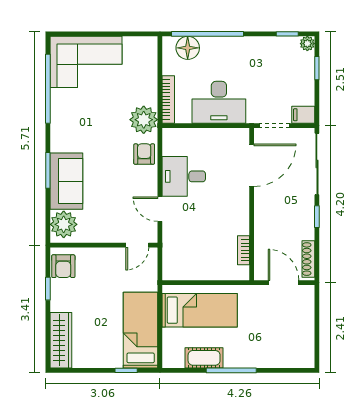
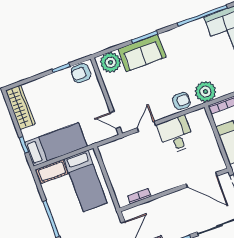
wardrobe: (61, 340) -> (20, 107), moved, turned -90
cot: (204, 358) -> (52, 171), moved, turned 90

